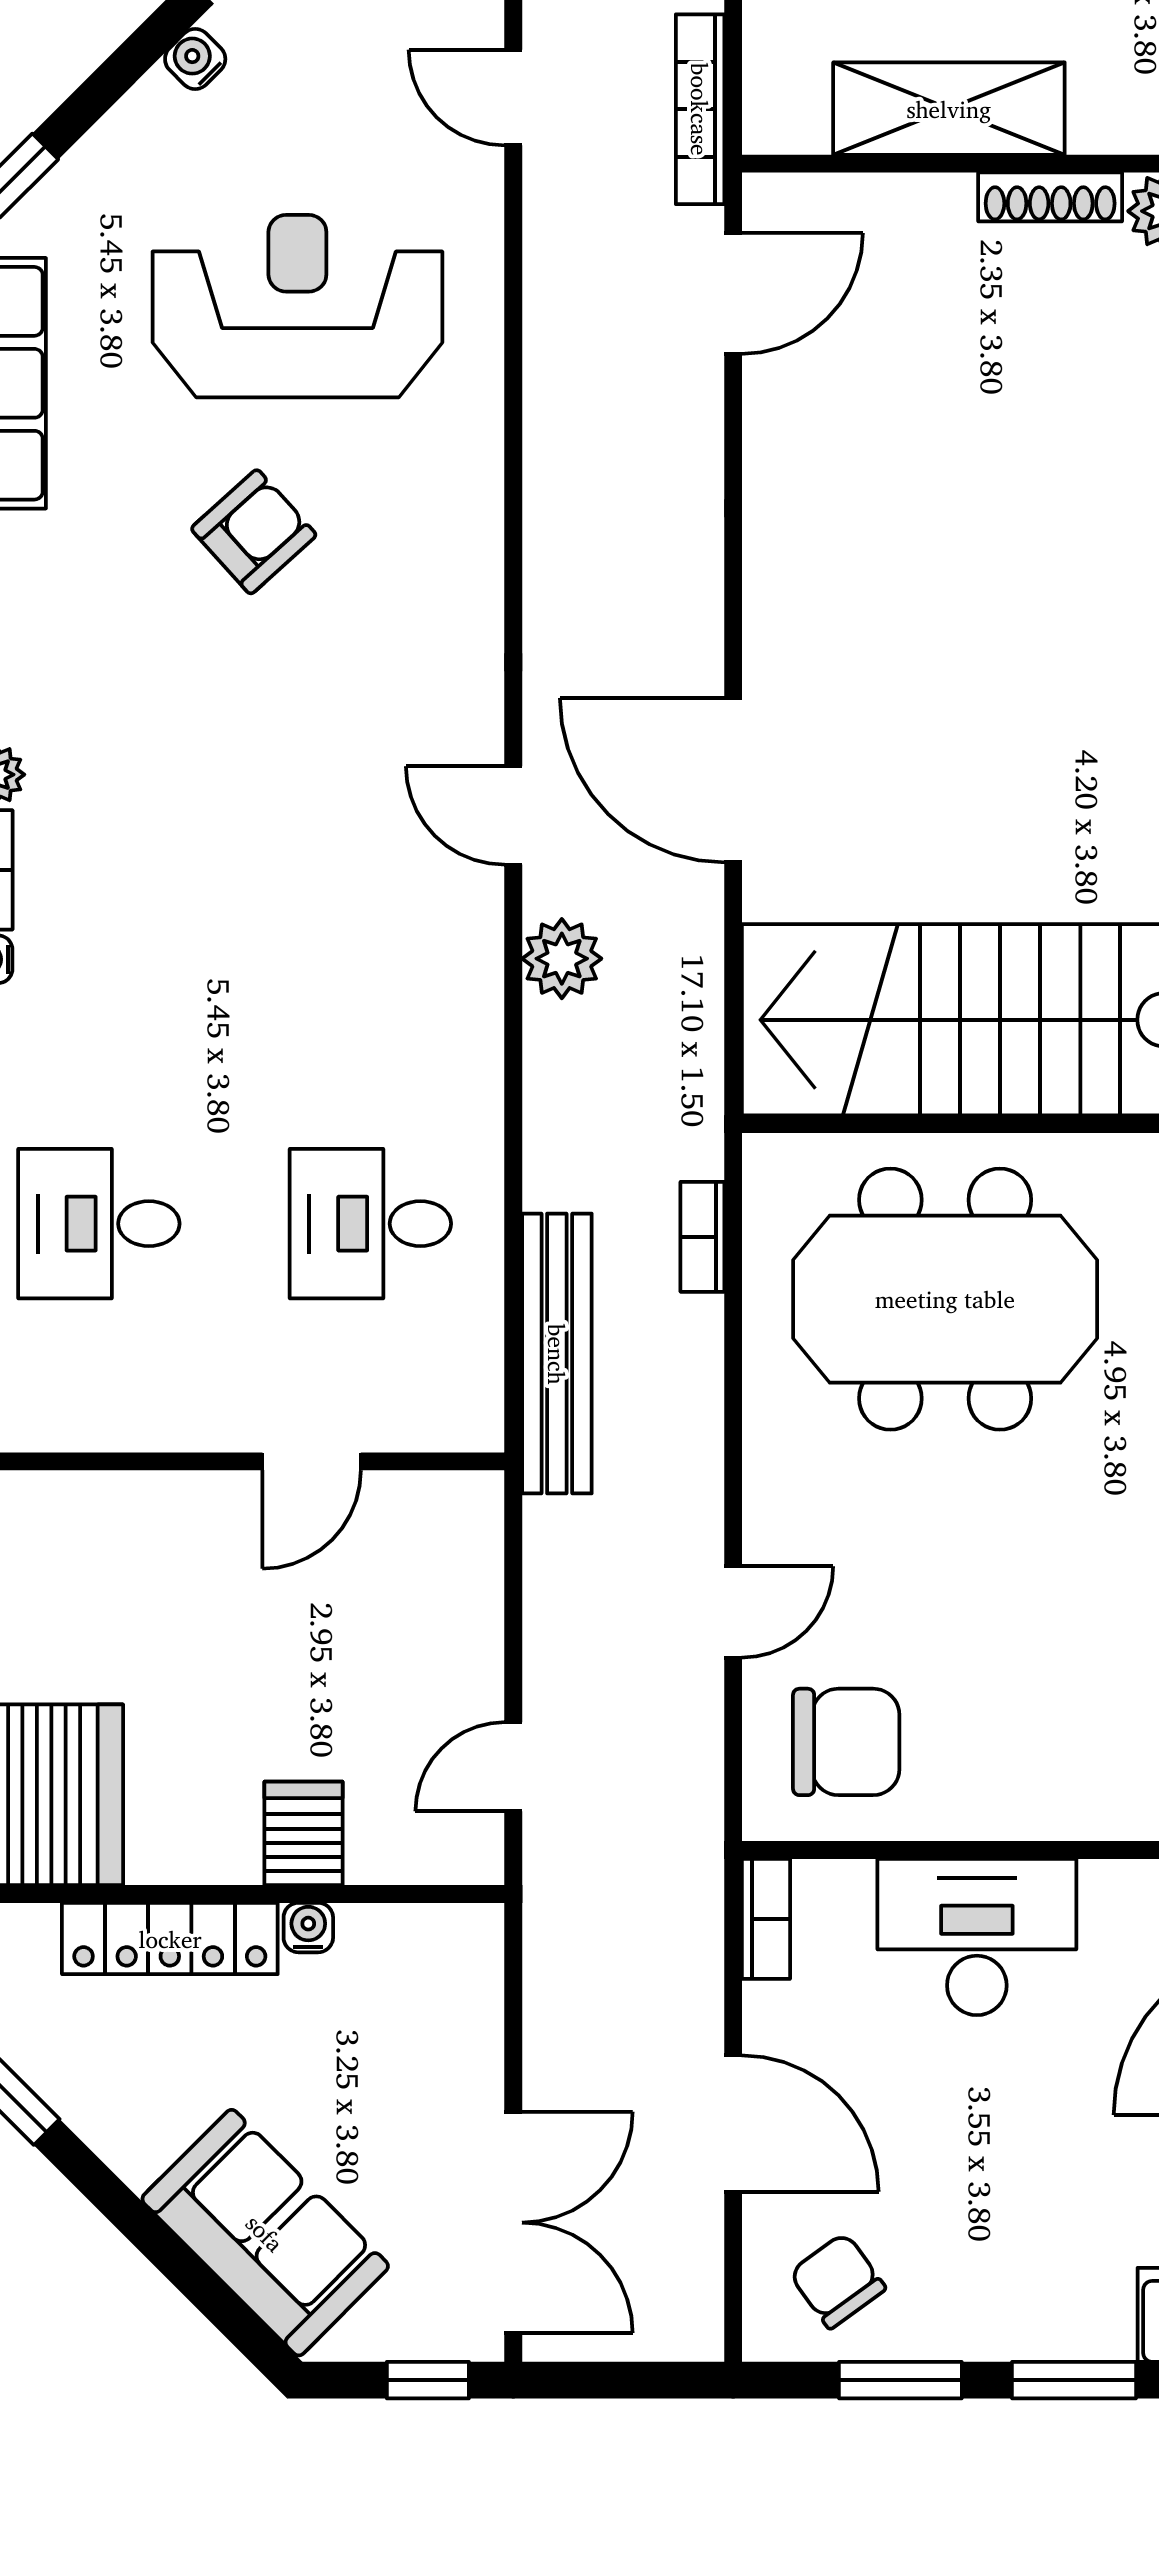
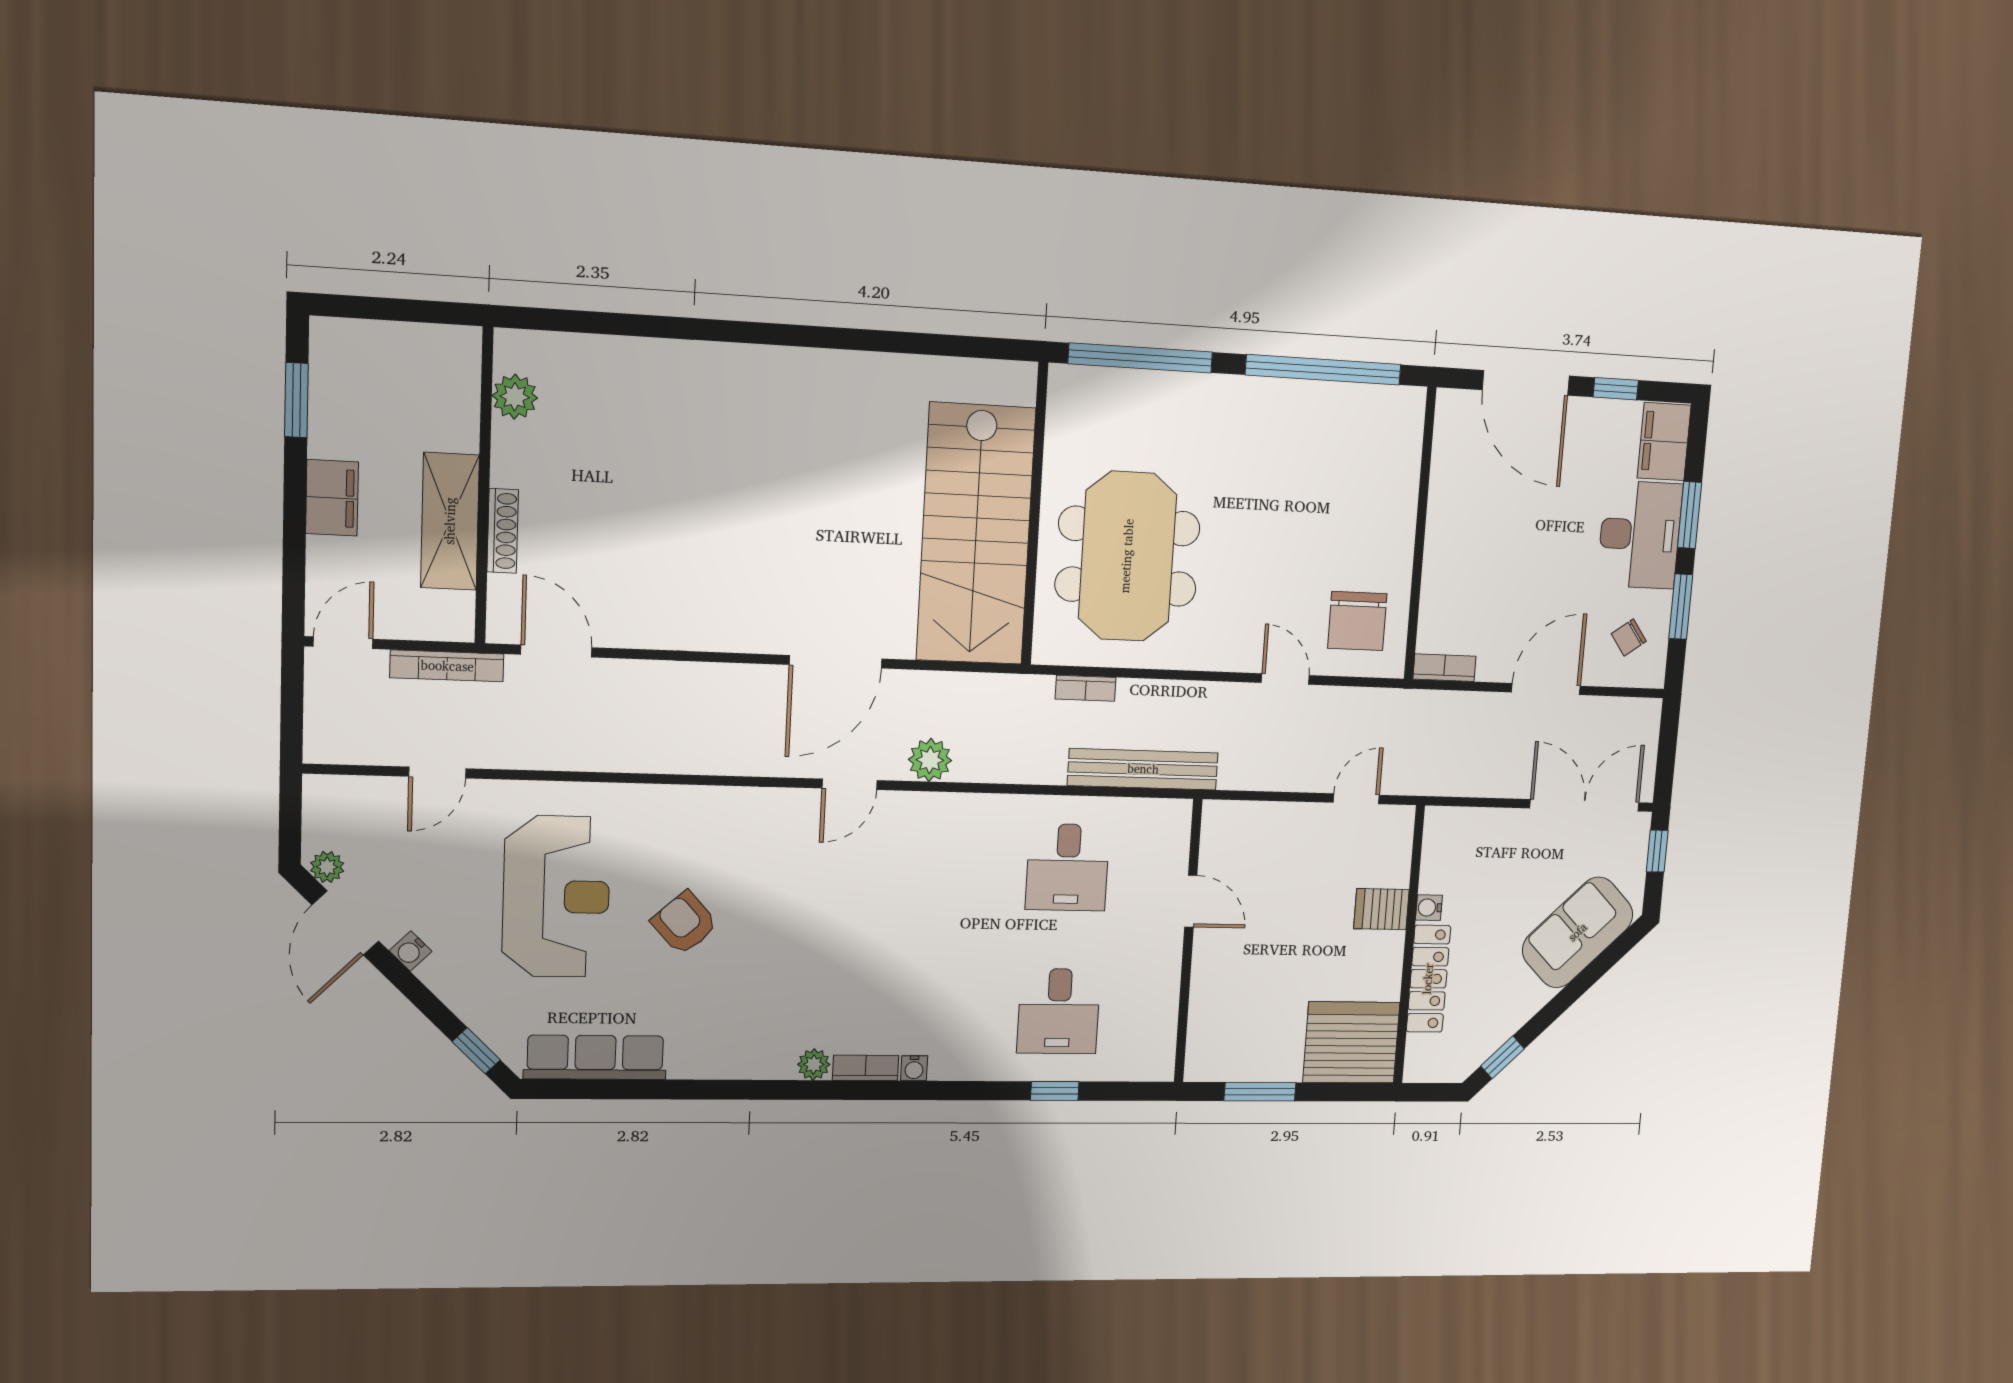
shoe rack: (1050, 197) -> (503, 531), moved
reception desk: (297, 306) -> (556, 897), turned 180
chair: (846, 1742) -> (1357, 621), turned 180
door: (513, 1767) -> (1356, 799), swing flipped
desk: (977, 1937) -> (1640, 535), moved, turned 180
chair: (837, 2281) -> (1629, 637), width x0.73, depth x0.73

